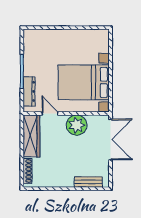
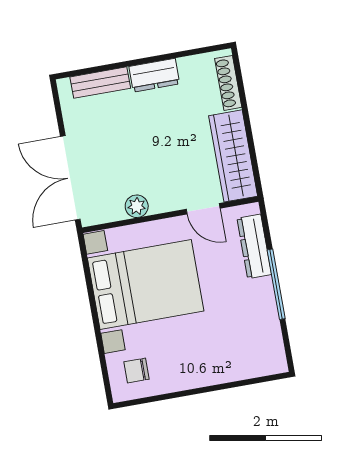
chair: (95, 42) -> (136, 371), added
plant: (77, 125) -> (137, 206), width x0.53, depth x0.53
dresser: (62, 181) -> (154, 75), added

